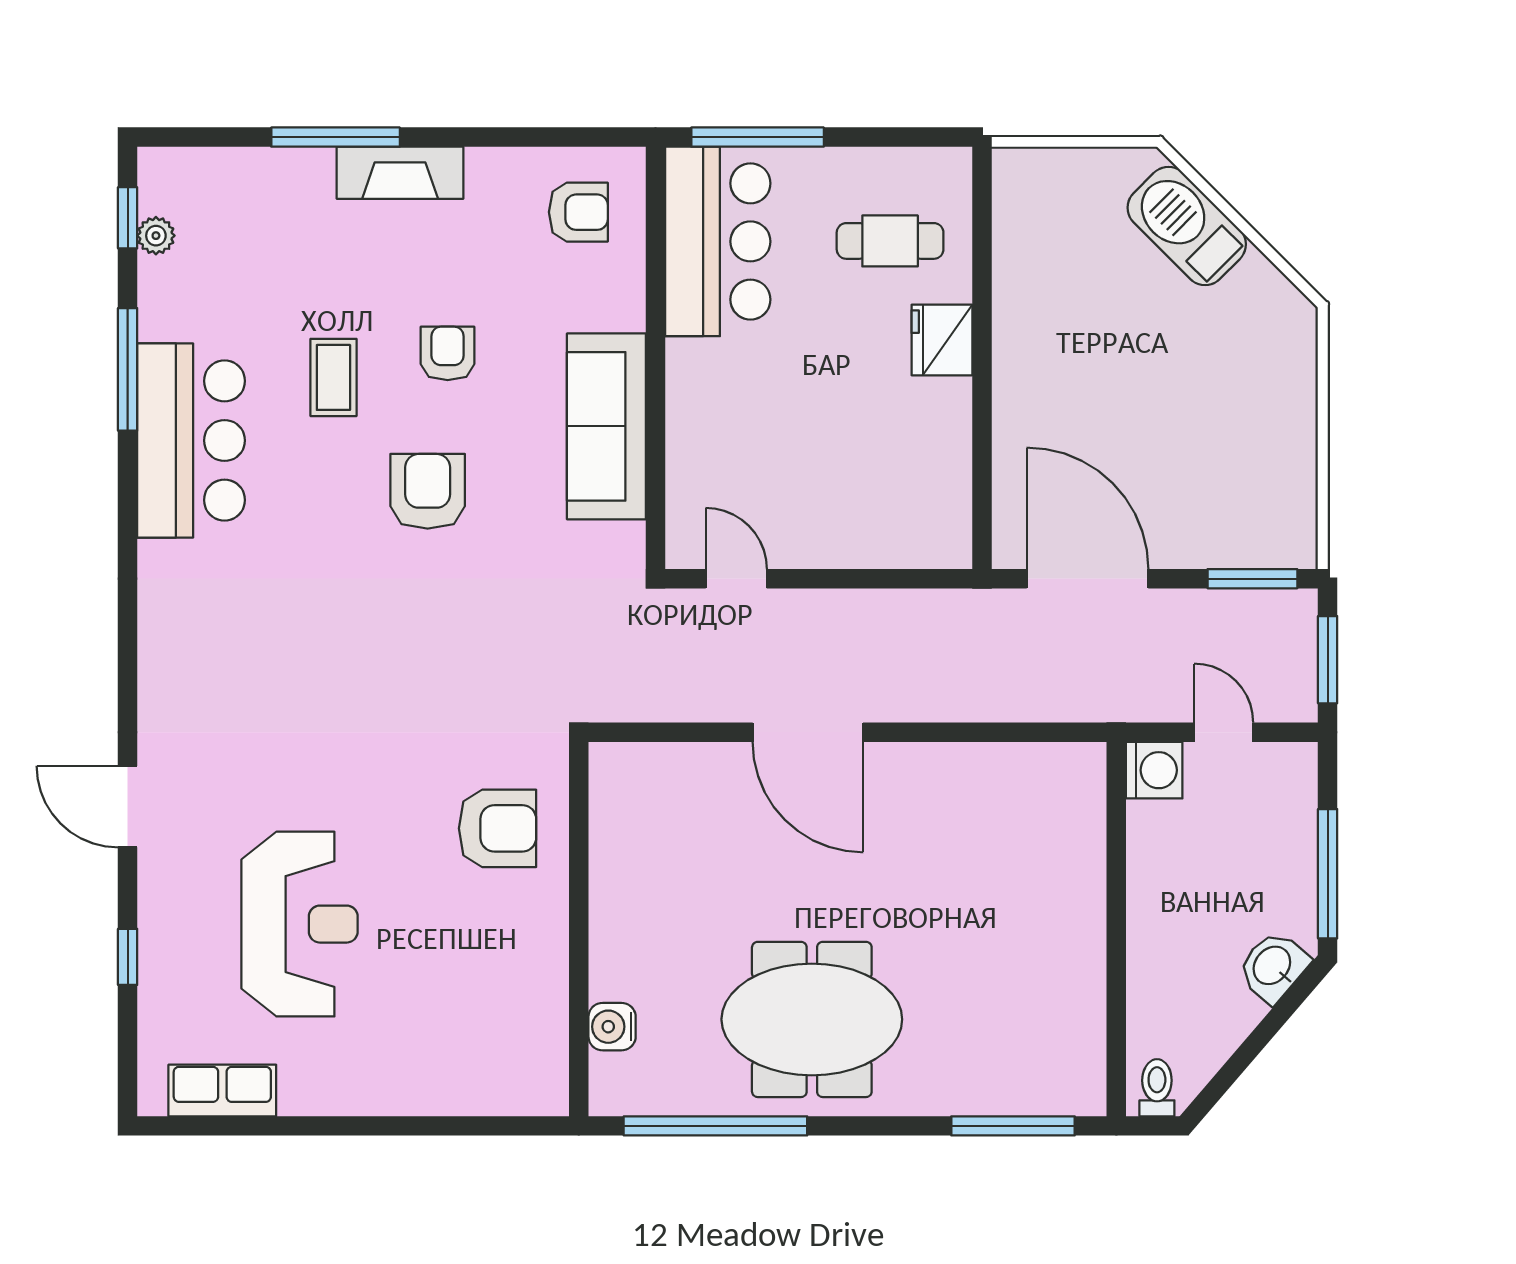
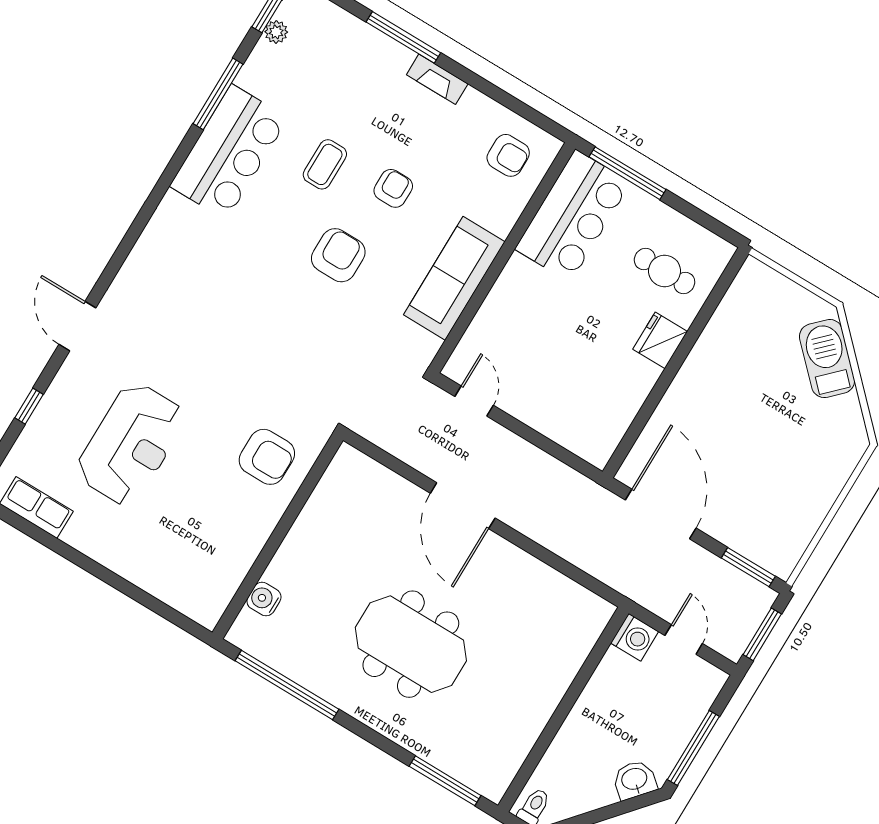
fireplace: (400, 173) -> (437, 79), width x0.73, depth x0.76
meeting table: (812, 1019) -> (411, 644), moved

